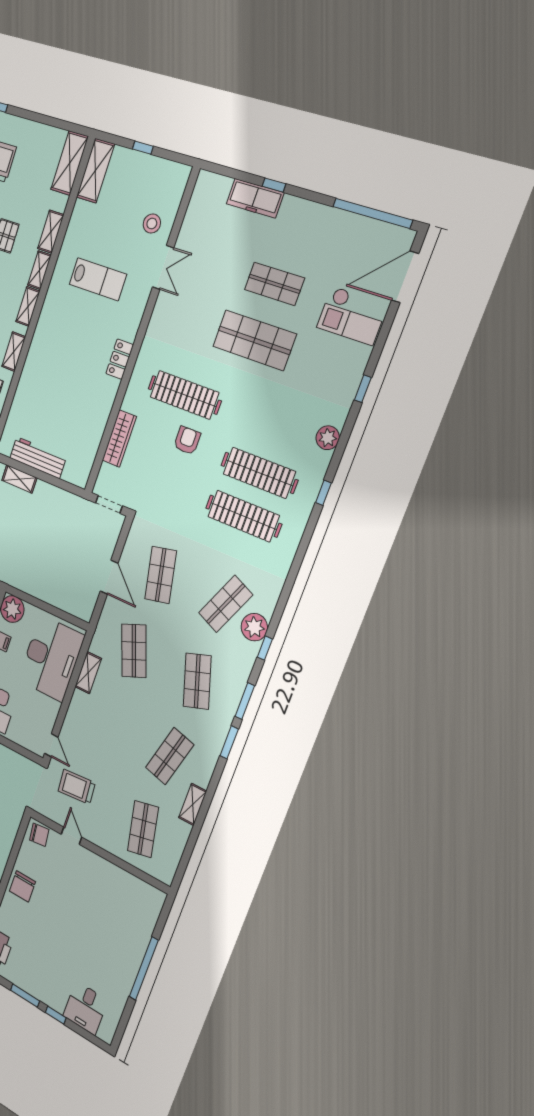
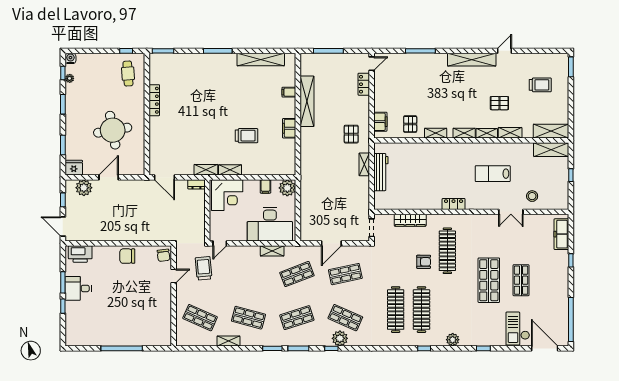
freezer: (255, 198) -> (561, 234), moved
lab bench: (98, 279) -> (493, 174), turned 90
shop shelf: (143, 829) -> (200, 318), turned 36
desk: (85, 1008) -> (78, 288), moved

